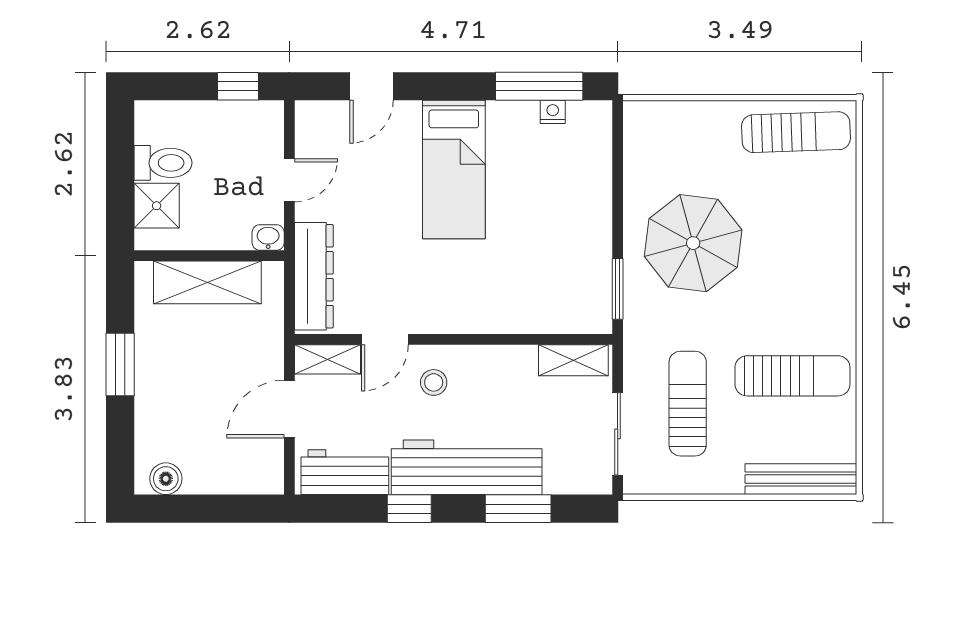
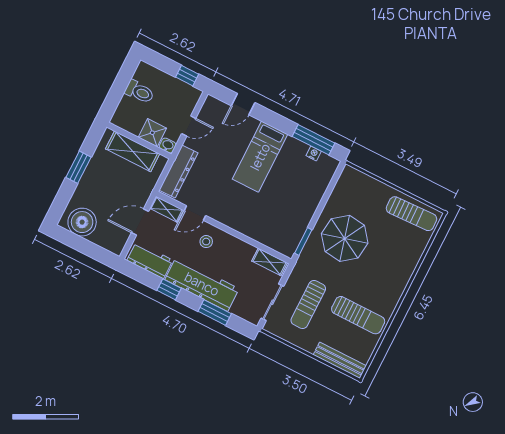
shower: (157, 206) -> (152, 133), moved
sun lounger: (688, 404) -> (308, 305), turned 180
boiler: (166, 479) -> (82, 222), width x1.86, depth x1.86

